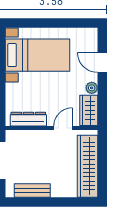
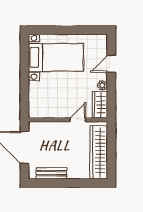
door: (102, 62) -> (111, 64), hinge flipped
dresser: (28, 119) -> (48, 112), removed

